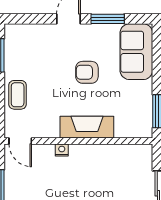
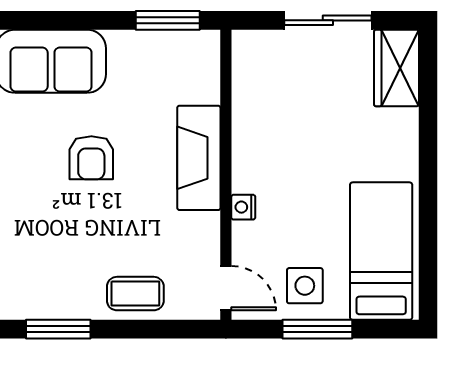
door: (20, 141) -> (226, 288), hinge flipped
side table: (22, 181) -> (305, 286), added

